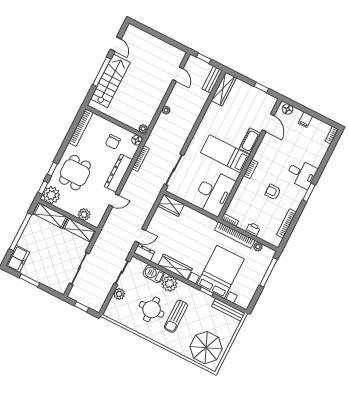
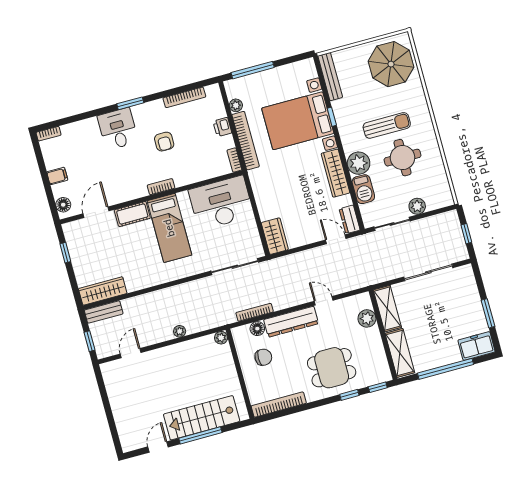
floor lamp: (137, 140) -> (257, 329), moved
plant: (51, 195) -> (378, 371), removed

